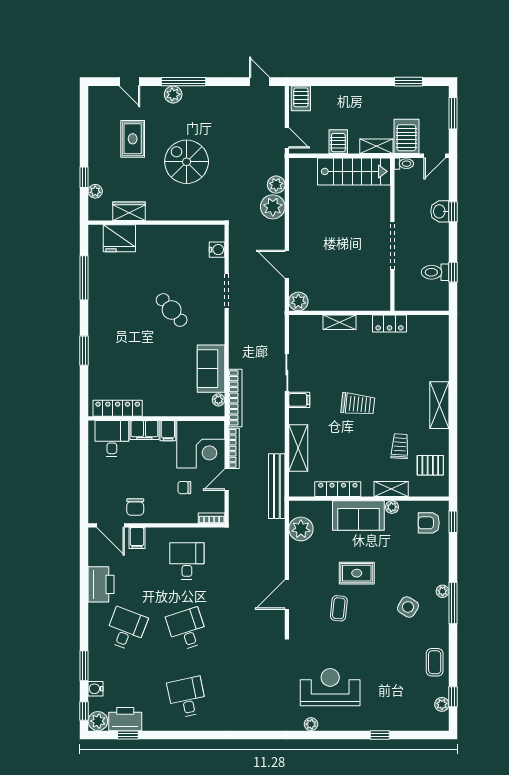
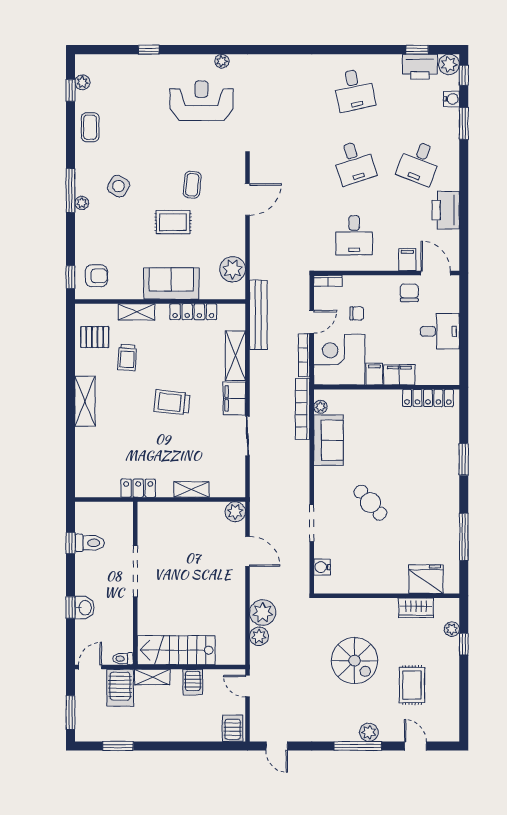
filing cabinet: (299, 400) -> (234, 398), width x2.00
desk: (112, 439) -> (440, 331), moved, turned -90
plant: (392, 507) -> (136, 293), removed
reception desk: (330, 687) -> (201, 101), turned 180

